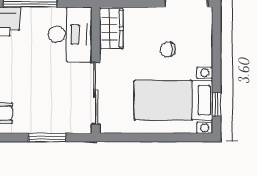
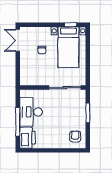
wardrobe: (111, 29) -> (31, 79), removed
desk: (70, 34) -> (31, 112), moved, turned -90

